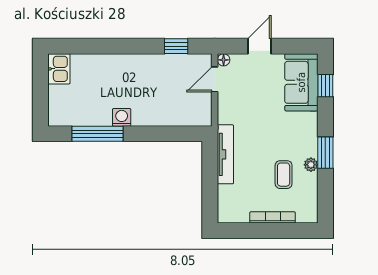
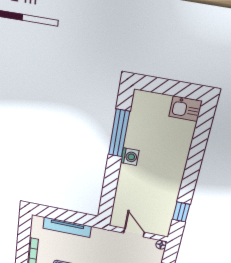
door: (215, 79) -> (134, 233), moved
tv unit: (225, 154) -> (67, 227), moved

